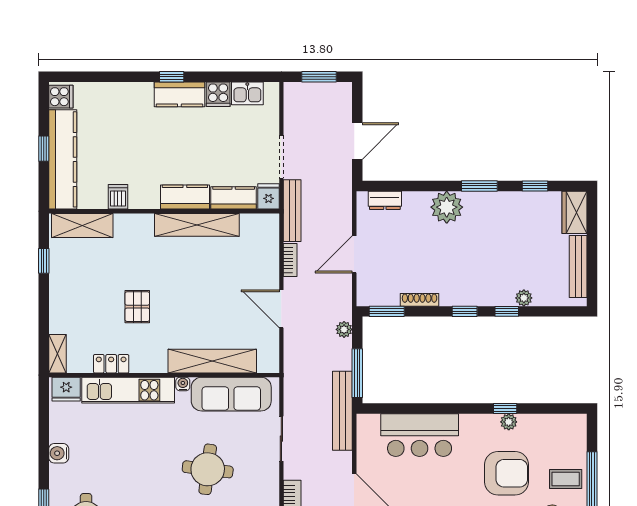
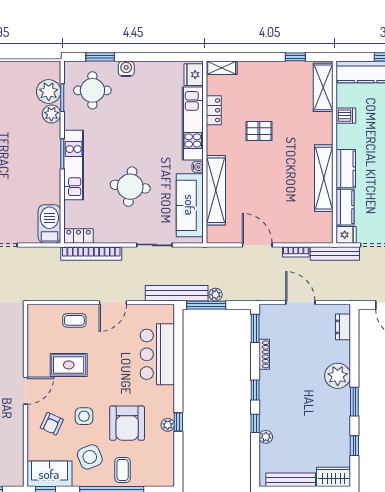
door: (281, 309) -> (257, 245), hinge flipped
plant: (344, 329) -> (216, 295), moved
water cooler: (59, 453) -> (126, 69), moved

